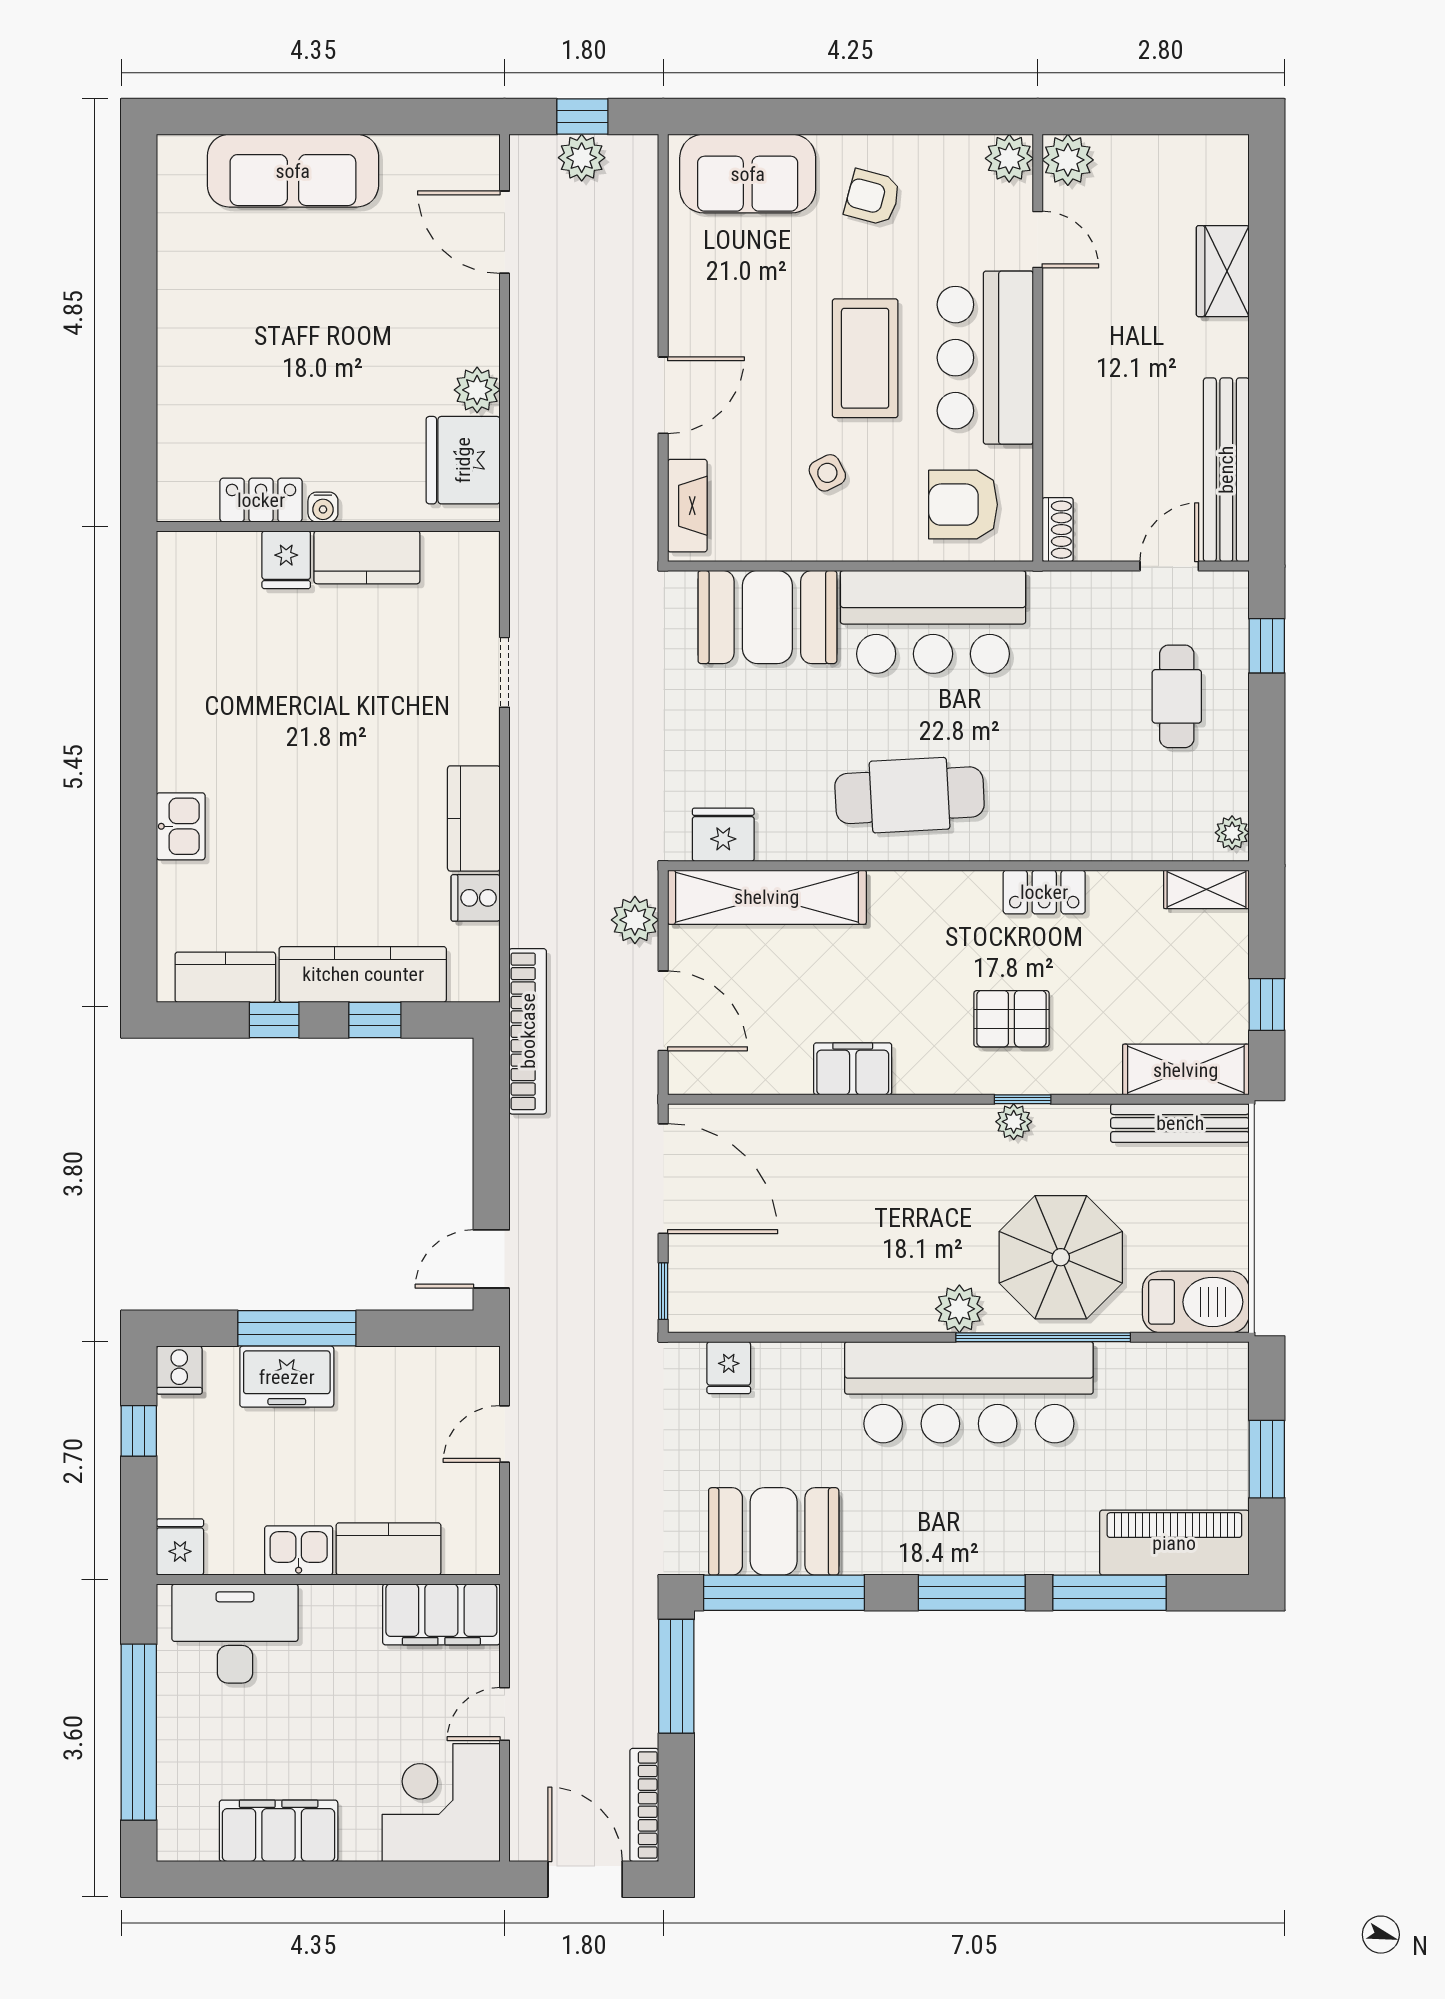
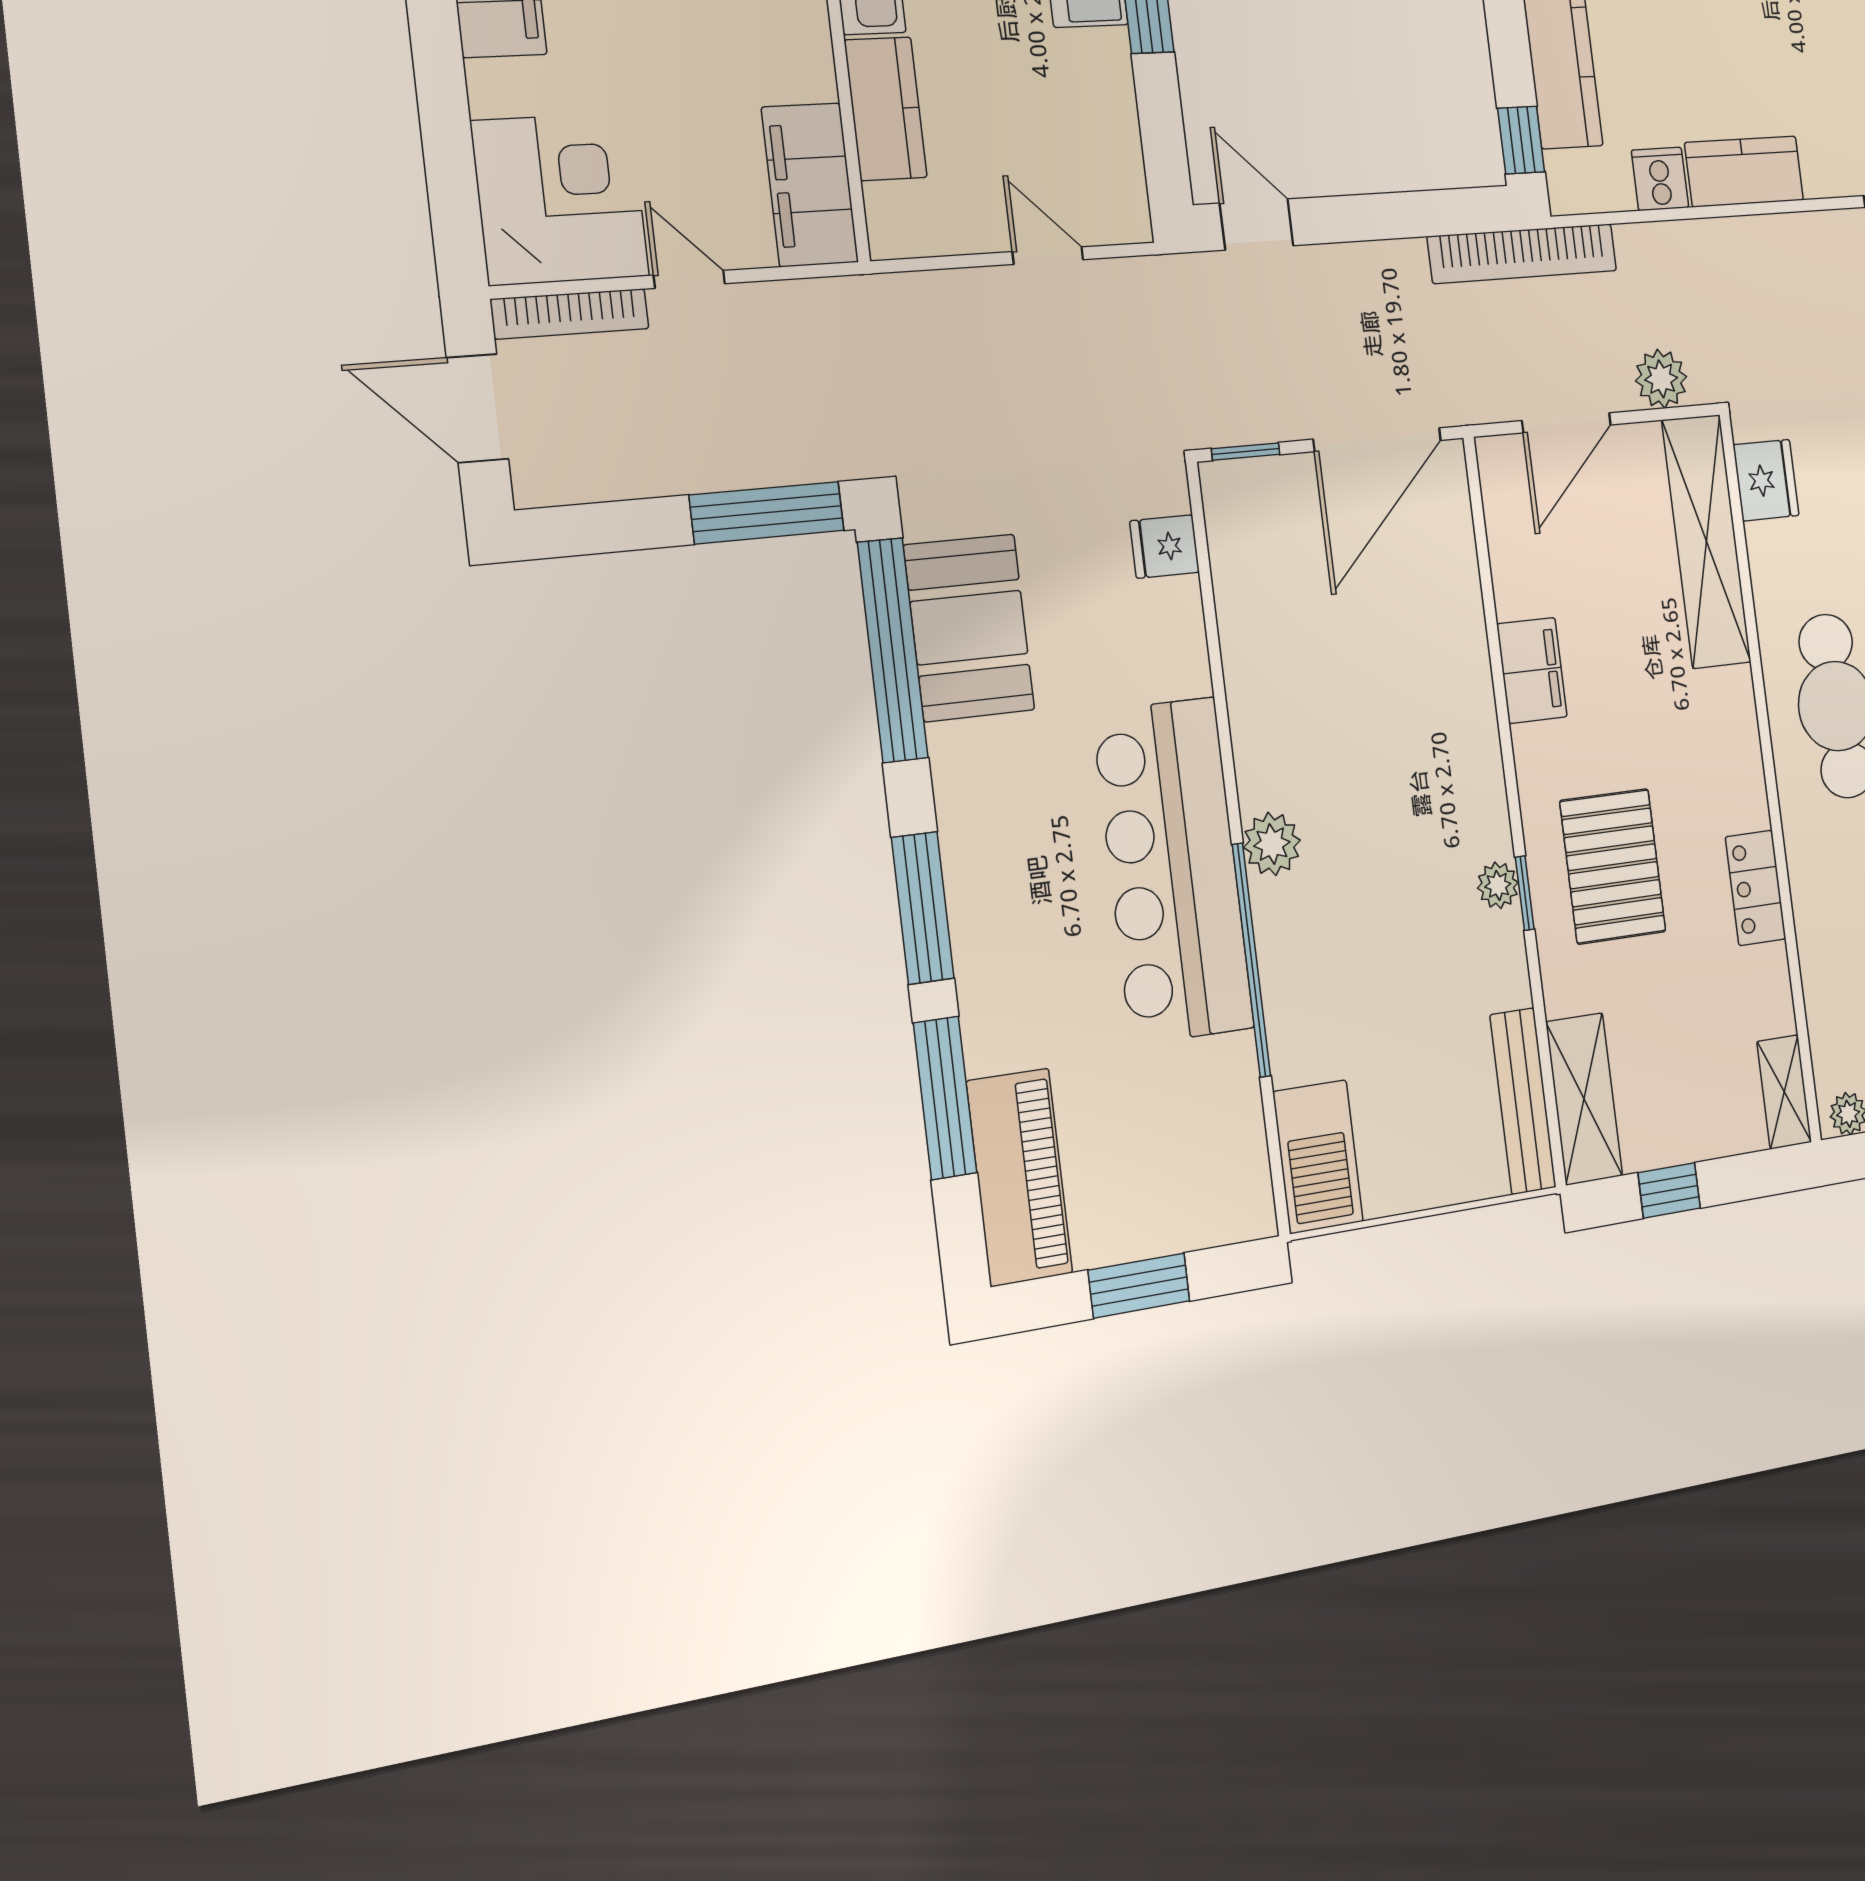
pallet: (1011, 1019) -> (1613, 866), width x1.50, depth x1.42
window: (375, 1020) -> (1521, 140), moved
parasol: (1061, 1257) -> (1349, 969), removed
bookcase: (644, 1805) -> (570, 314), moved, turned 180
door: (585, 1879) -> (477, 408), swing flipped

